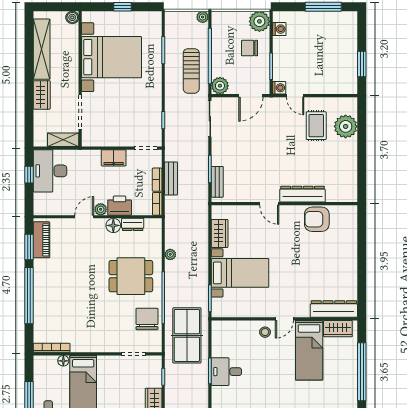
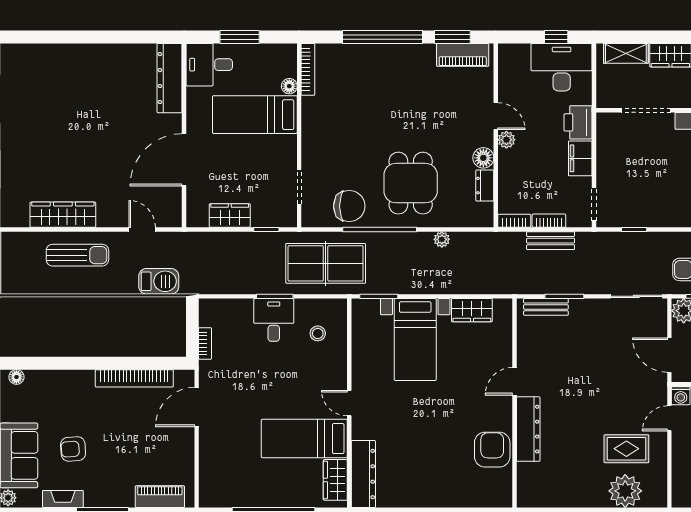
shelving: (63, 140) -> (626, 53), moved, turned 90
printer: (120, 206) -> (578, 122), moved, turned 180
stool: (265, 332) -> (318, 333), moved

